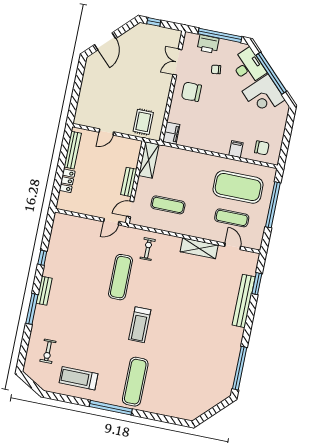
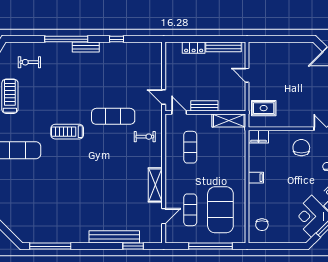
filing cabinet: (236, 149) -> (256, 178), moved
window: (32, 309) -> (66, 39), width x1.46
treadmill: (140, 325) -> (67, 132), moved

